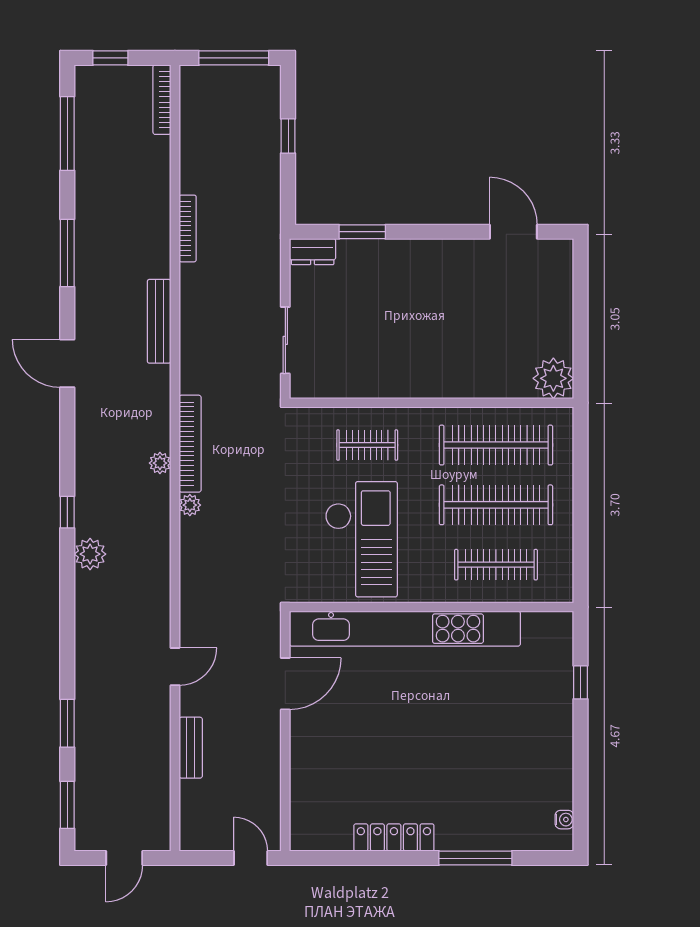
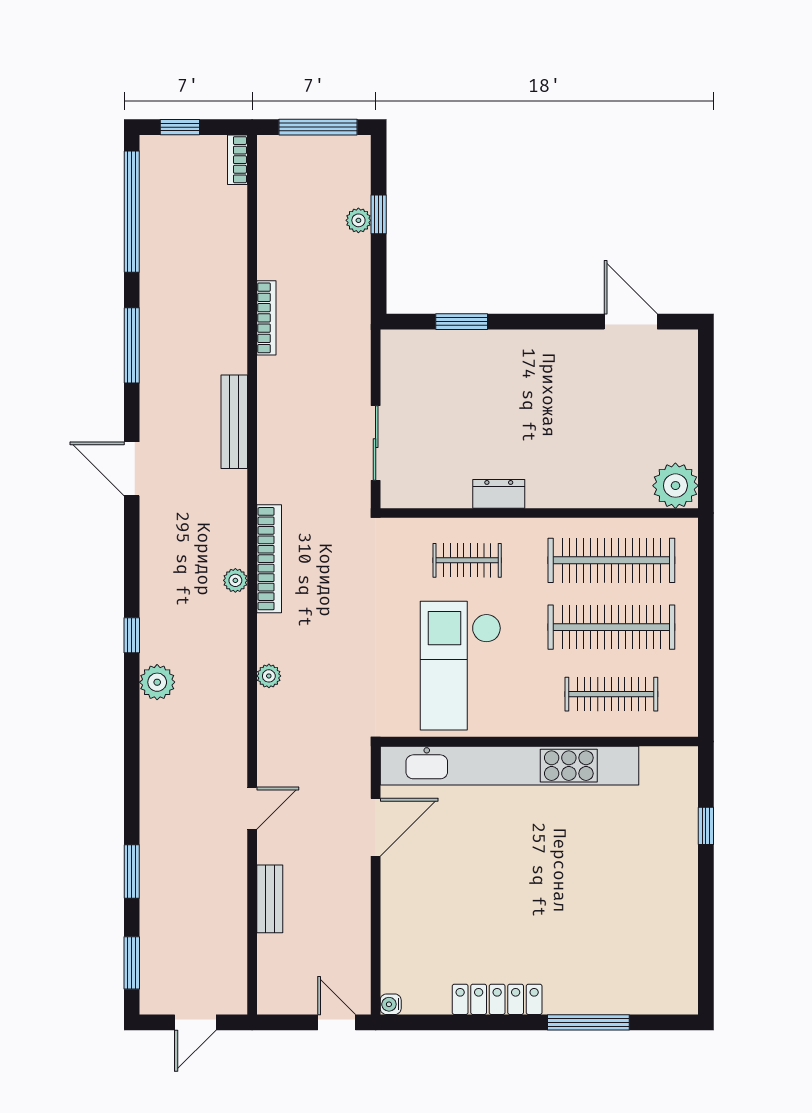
bookcase: (162, 100) -> (238, 160), width x0.64
window: (67, 133) -> (132, 212), width x1.46
plant: (270, 141) -> (358, 220), added
dresser: (313, 252) -> (499, 494), moved, turned 180
plant: (190, 505) -> (269, 676), moved
checkout: (361, 539) -> (461, 666), turned 180
water cooler: (564, 820) -> (391, 1004), moved, turned 180

